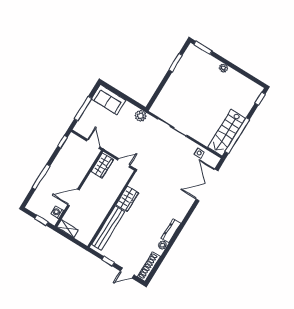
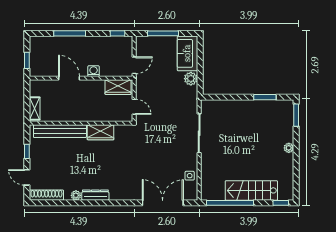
plant: (141, 116) -> (191, 79), moved
stairs: (227, 133) -> (251, 190), moved
washing machine: (57, 212) -> (94, 71), moved
shelving: (68, 229) -> (35, 109), moved

